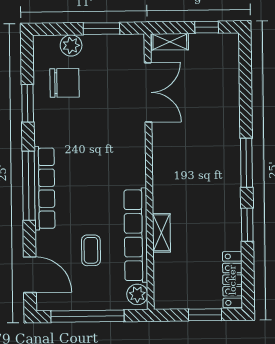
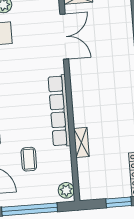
row of seats: (136, 235) -> (59, 111), moved

